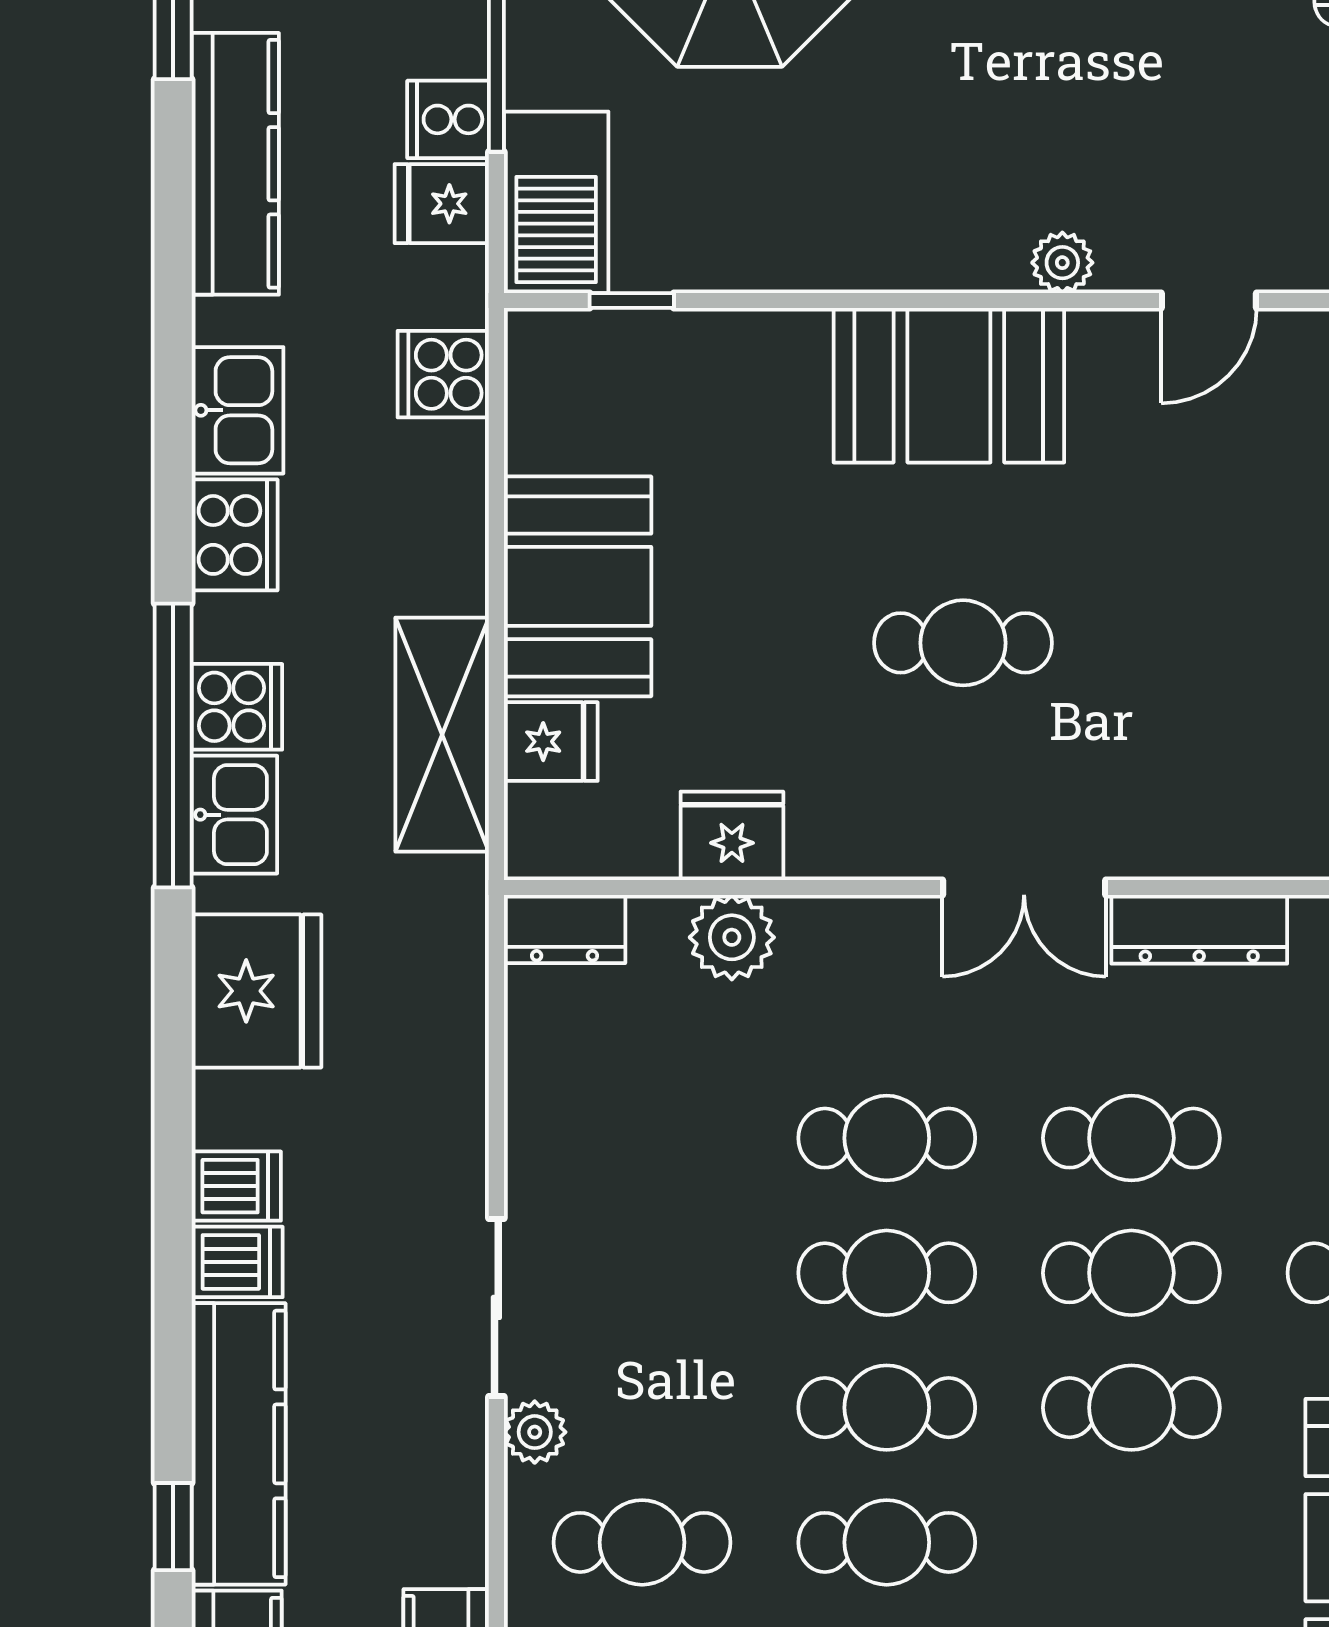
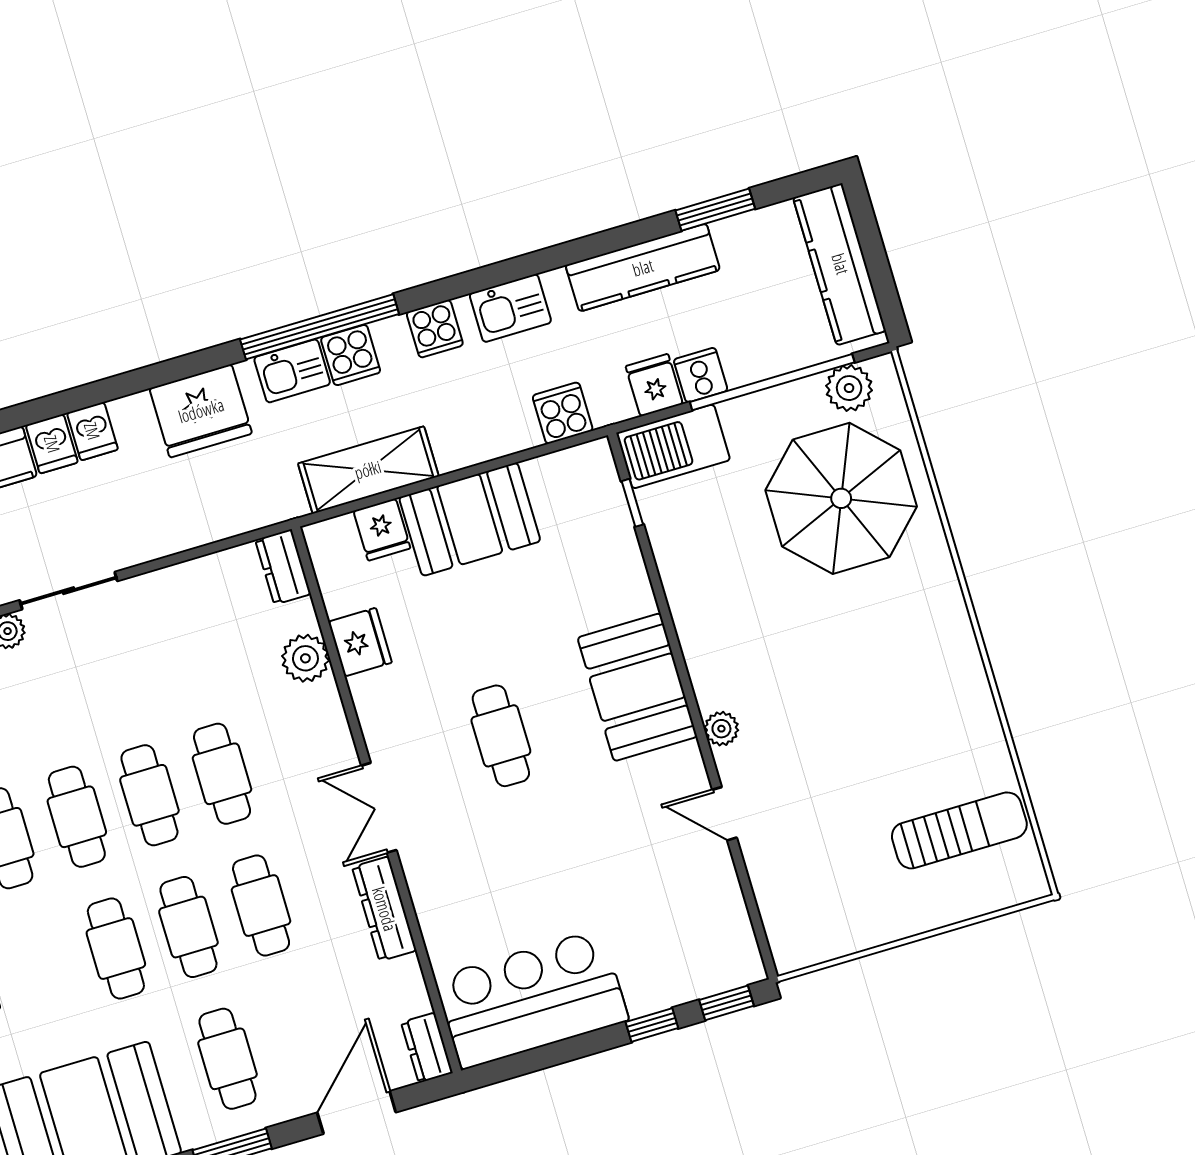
cooker: (235, 535) -> (435, 329), width x0.73

